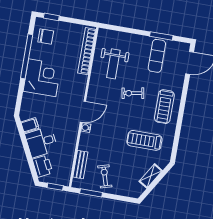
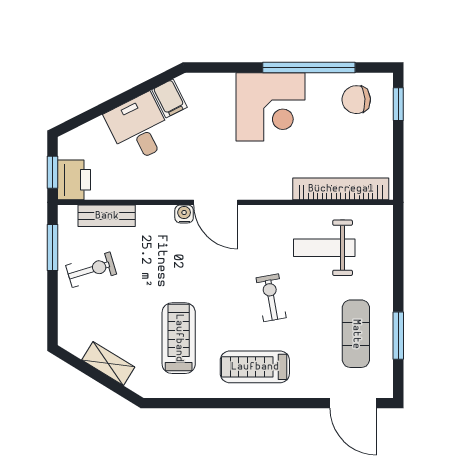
chair: (46, 36) -> (356, 100), turned 86
exercise mat: (157, 56) -> (356, 334), turned 90
printer: (43, 166) -> (74, 180), moved, turned -63

